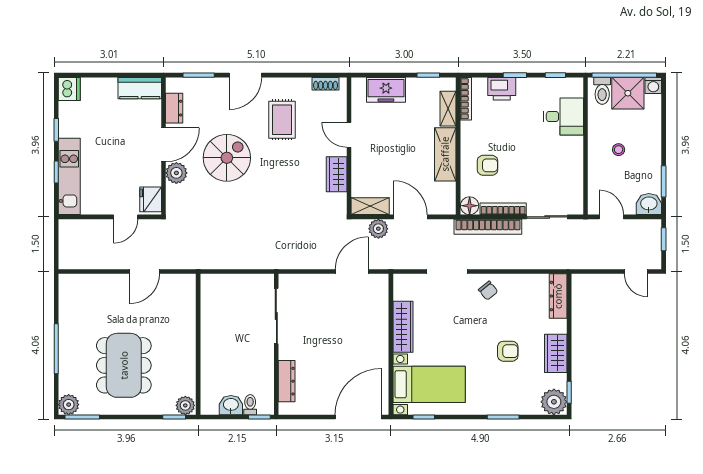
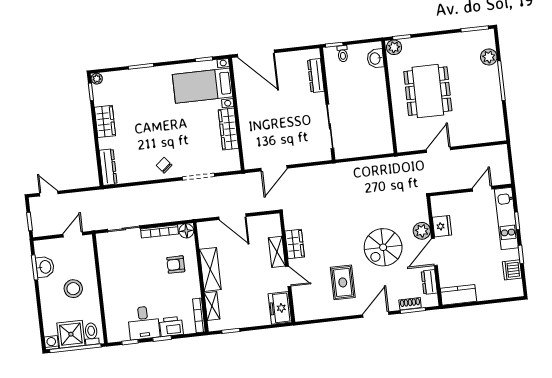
shoe rack: (326, 84) -> (410, 304), moved
dishwasher: (69, 89) -> (512, 270), moved
freezer: (386, 90) -> (280, 308), moved, turned -90
desk: (563, 116) -> (144, 323), moved, turned -90
stool: (619, 150) -> (73, 289), width x1.89, depth x1.89
fridge: (151, 199) -> (442, 226), moved
washbasin: (649, 204) -> (45, 267), moved, turned -90
shelving: (370, 206) -> (277, 252), moved, turned 90
door: (126, 217) -> (482, 189), moved
door: (611, 217) -> (73, 235), swing flipped
bookcase: (488, 227) -> (170, 216), removed
plant: (378, 229) -> (257, 205), removed
armchair: (508, 351) -> (143, 119), removed
dining table: (124, 365) -> (428, 91), moved
plant: (554, 402) -> (97, 79), width x0.53, depth x0.53
plant: (69, 405) -> (489, 57), moved
washbasin: (231, 405) -> (375, 58), moved, turned 90
door: (358, 417) -> (256, 53), hinge flipped

